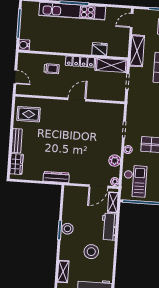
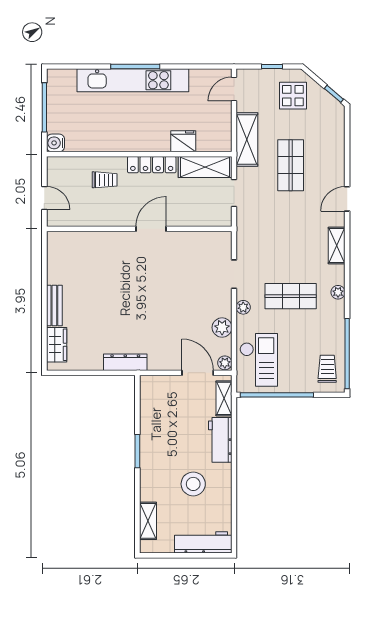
rug: (29, 114) -> (71, 259), removed
door: (98, 186) -> (198, 373), swing flipped
stool: (67, 229) -> (150, 448), removed

